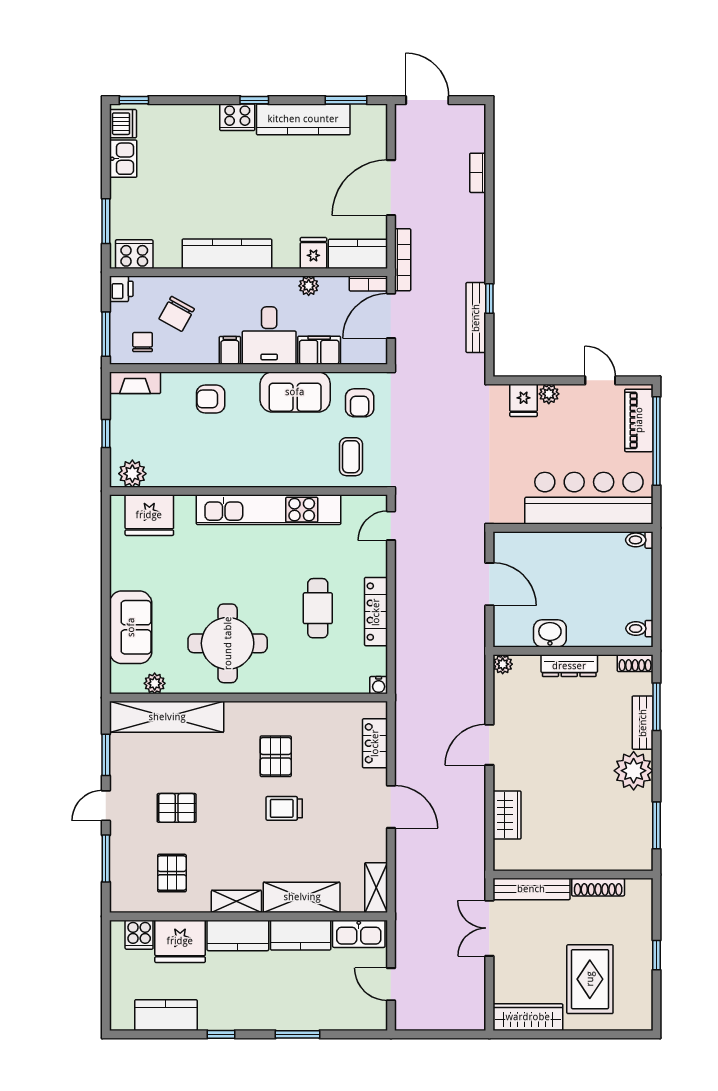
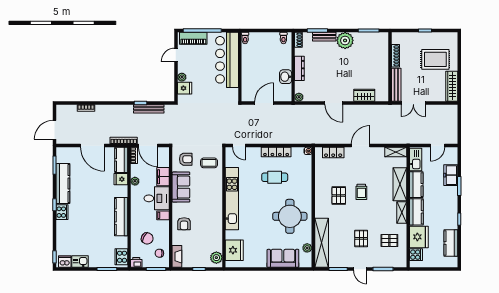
pallet: (276, 756) -> (339, 195), turned 90
freezer: (323, 1015) -> (451, 175), added

